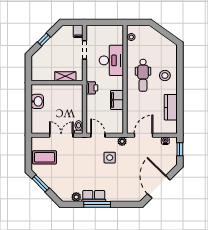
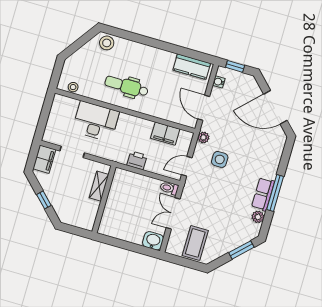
filing cabinet: (78, 31) -> (44, 159), width x2.00
dental chair: (143, 75) -> (126, 86), turned 180
stool: (165, 75) -> (107, 43), moved
printer: (92, 88) -> (137, 160), moved
filing cabinet: (117, 100) -> (165, 134), moved
washbasin: (37, 101) -> (153, 241), moved
kitchen counter: (171, 107) -> (192, 67), moved
window: (41, 183) -> (241, 250), moved

